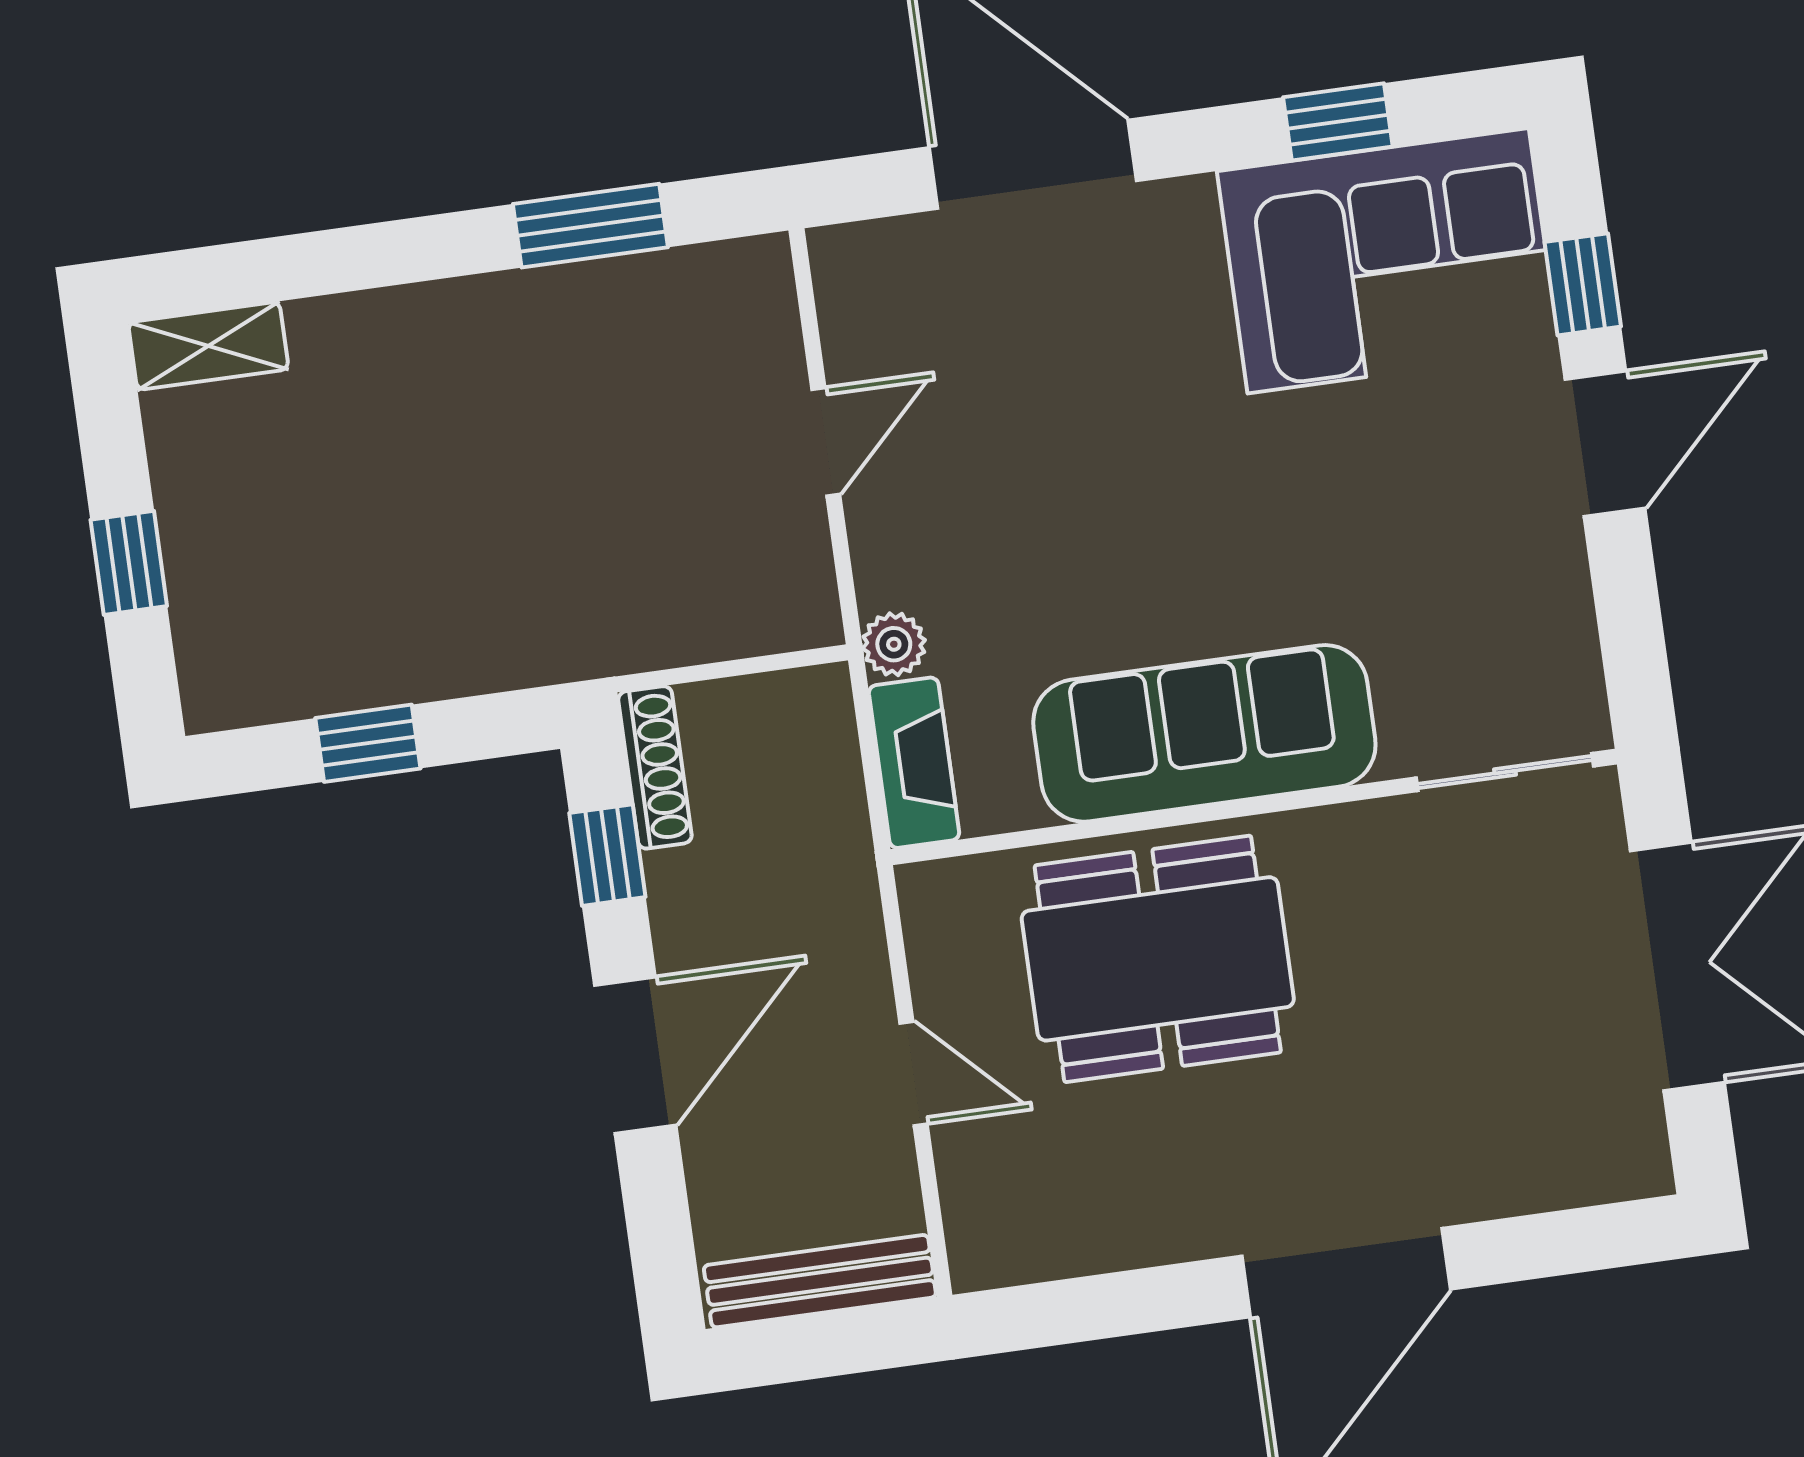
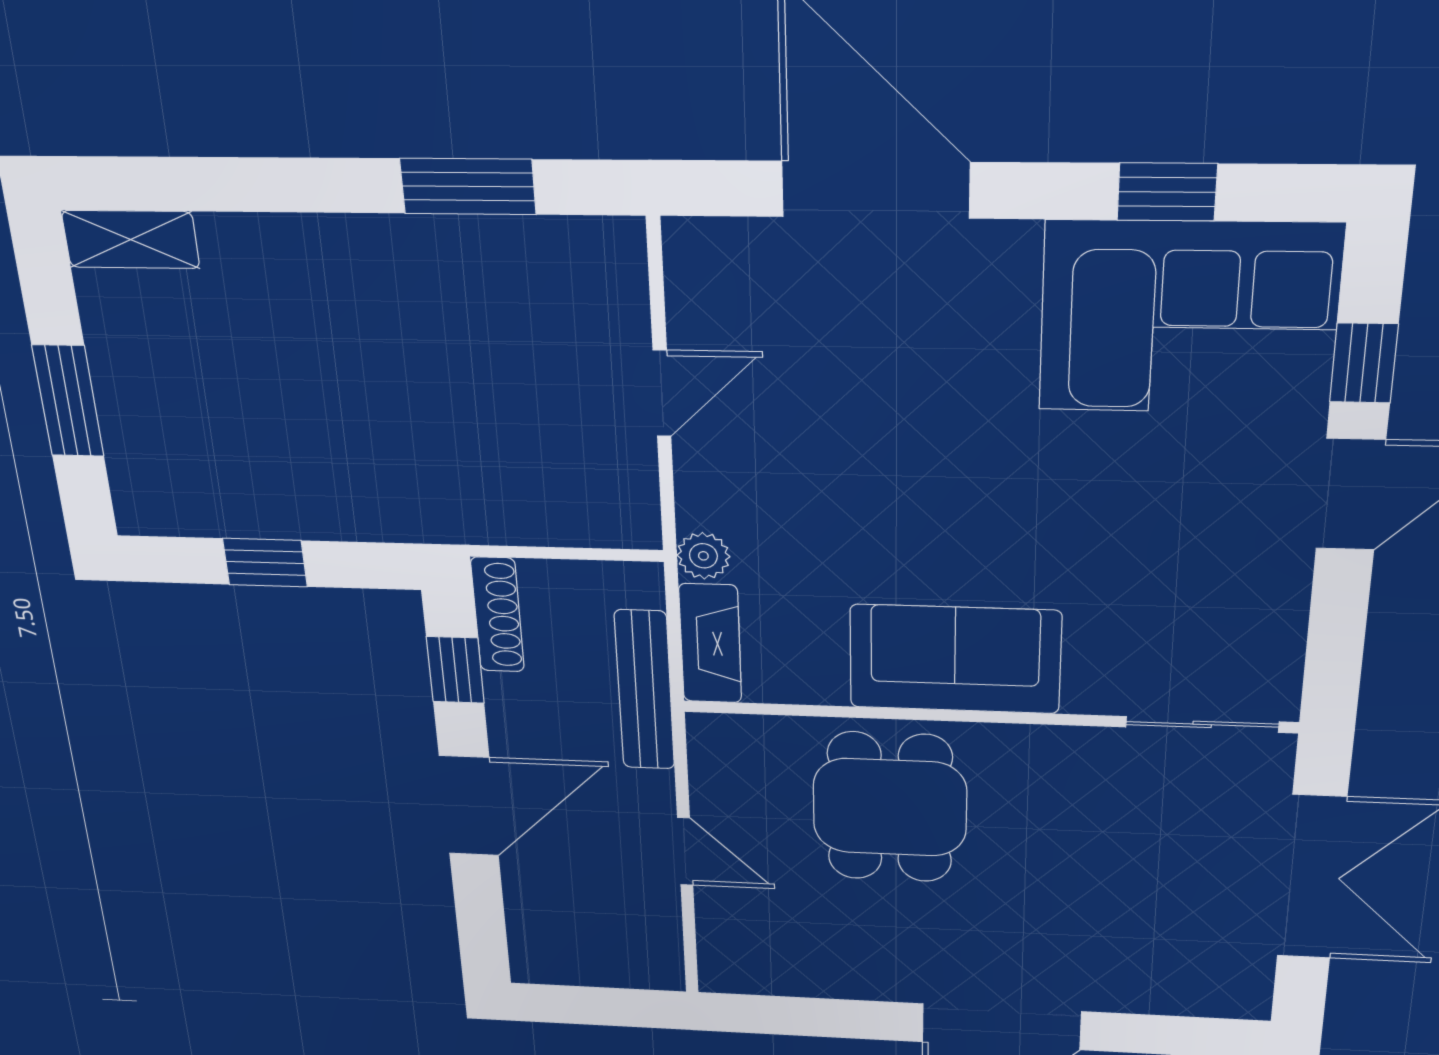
window: (129, 563) -> (68, 401), width x1.50
sofa: (1204, 733) -> (955, 659), width x0.73
dining table: (1158, 959) -> (890, 807), width x0.73
bench: (820, 1281) -> (645, 690), moved, turned 90

